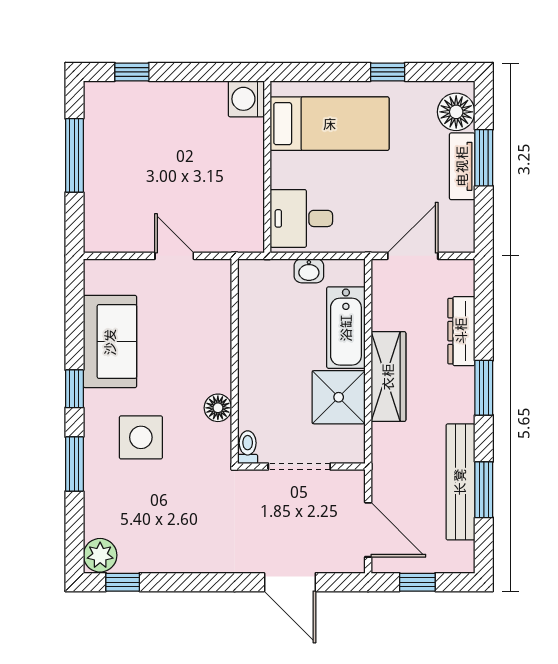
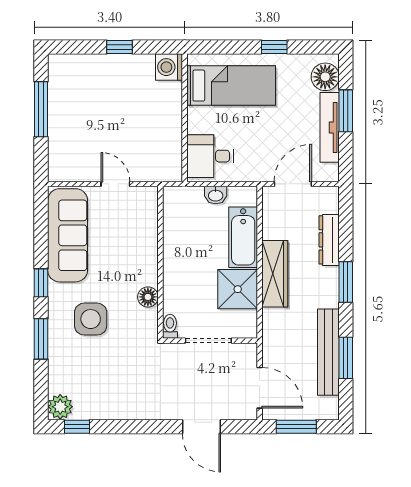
window: (132, 72) -> (120, 47), moved
tv unit: (462, 166) -> (330, 127), width x1.41
sofa: (110, 342) -> (68, 235), width x1.36
window: (417, 582) -> (296, 427), width x1.50

